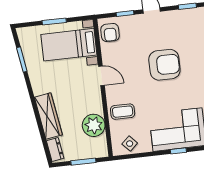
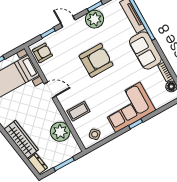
plant: (181, 20) -> (95, 19), added
armchair: (110, 33) -> (42, 53), turned -90

